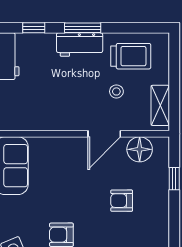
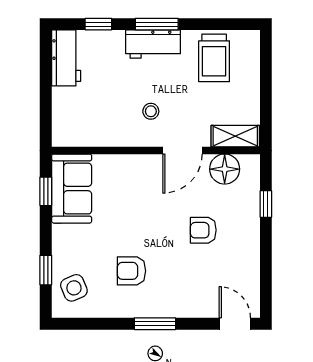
trolley: (131, 56) -> (214, 58), turned 90
stool: (116, 91) -> (151, 111), moved
shelving: (160, 105) -> (235, 136), moved, turned 90

